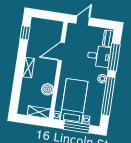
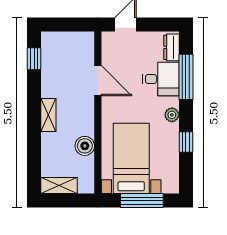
door: (61, 52) -> (98, 81), swing flipped
window: (108, 96) -> (186, 142), width x0.32
shelving: (39, 112) -> (59, 185), moved

